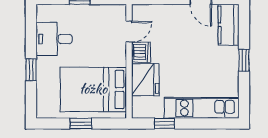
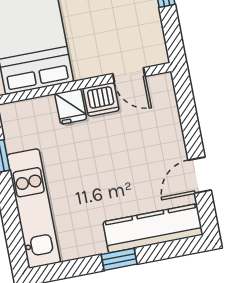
kitchen counter: (229, 25) -> (153, 228), width x1.50
fridge: (145, 80) -> (71, 106), width x0.53, depth x0.75

